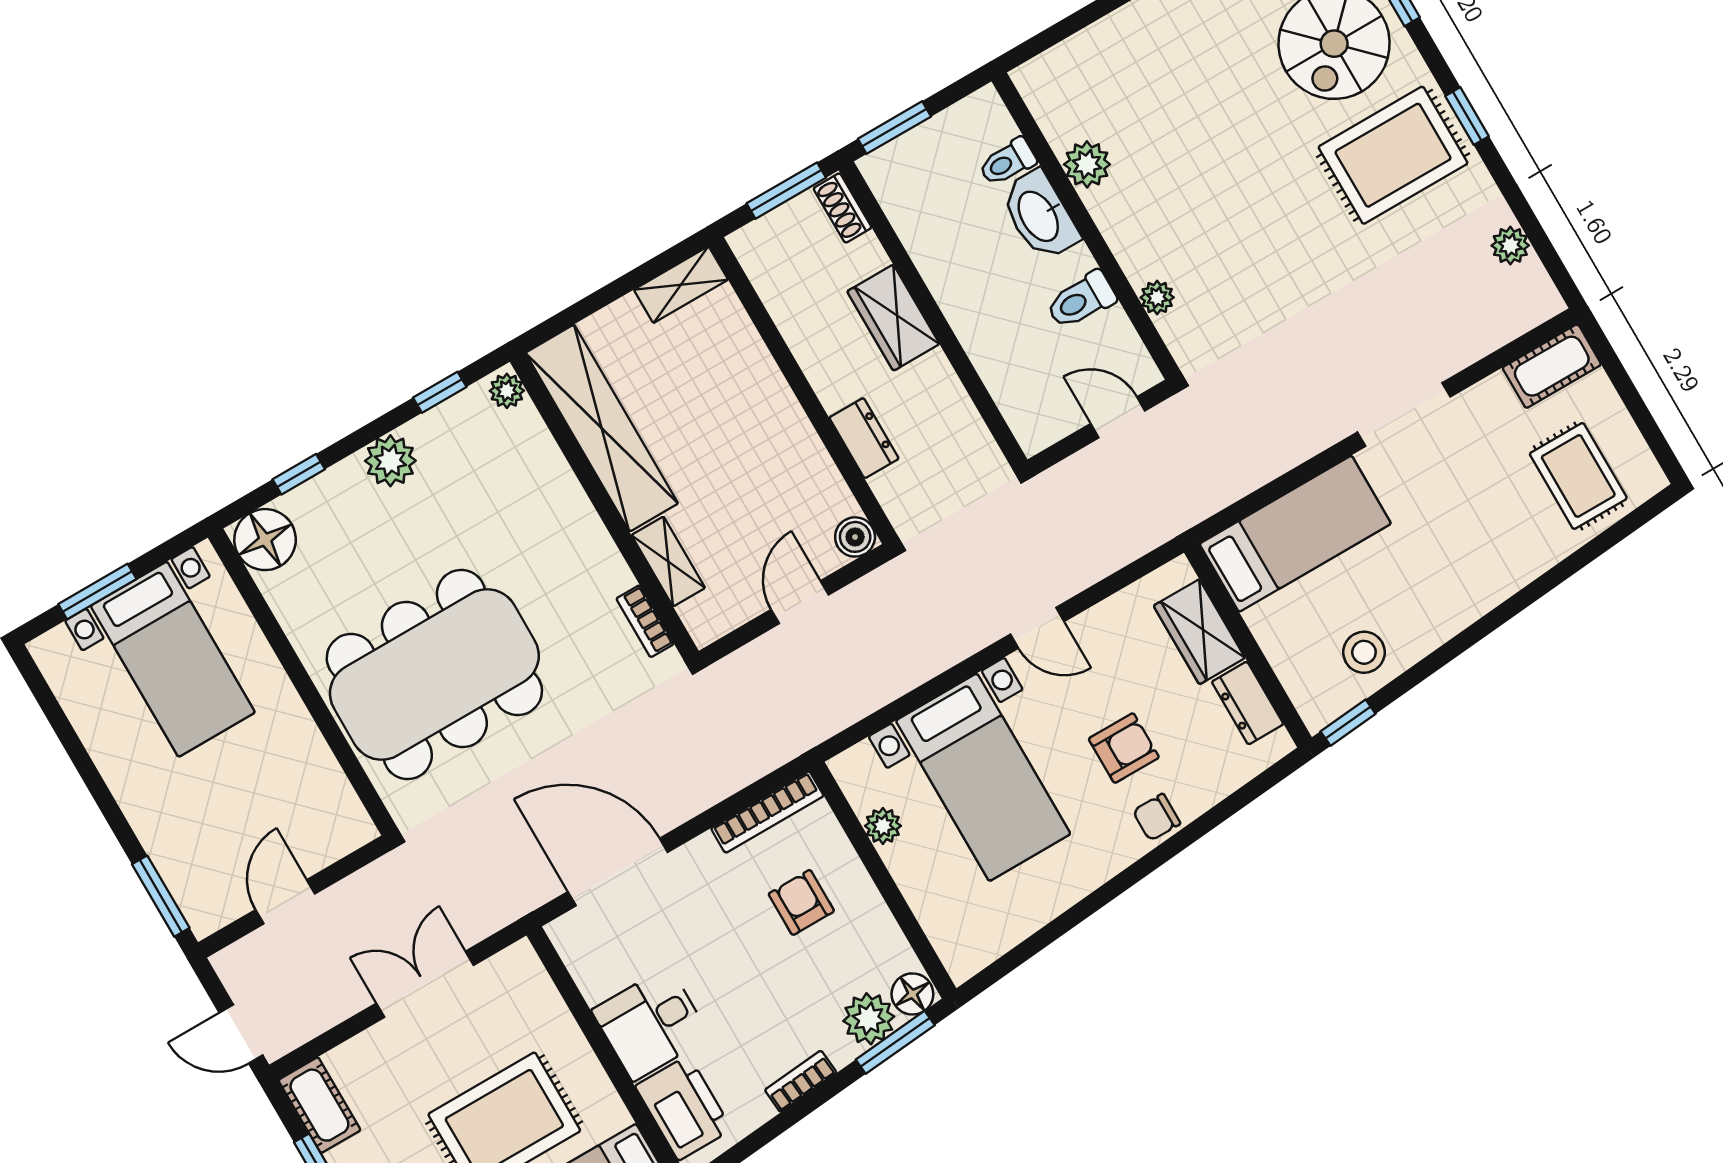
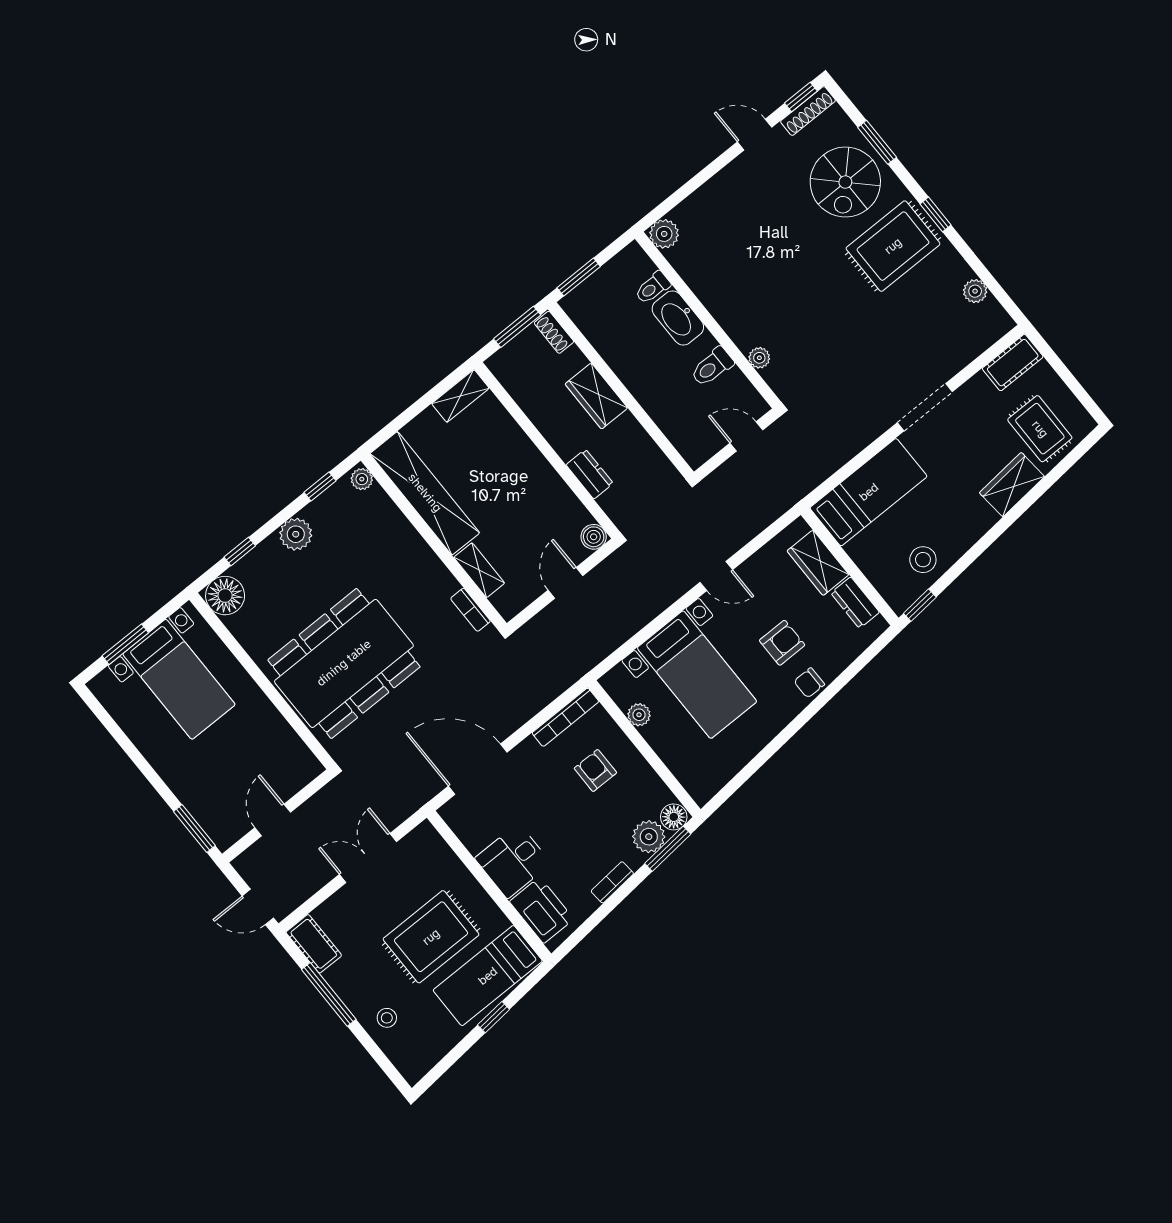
plant: (1087, 164) -> (664, 234), moved
wardrobe: (1521, 557) -> (1012, 485), added

